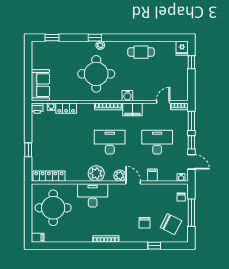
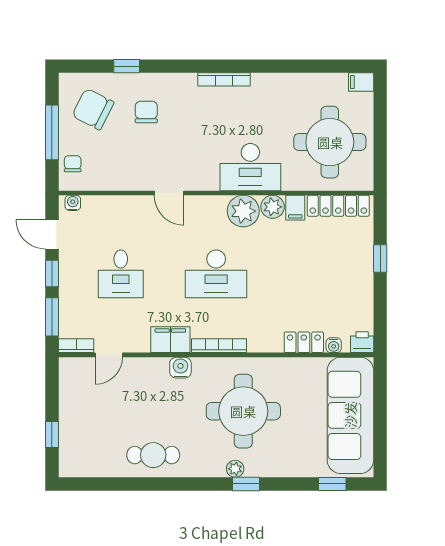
fridge: (182, 48) -> (71, 463), removed
sofa: (40, 85) -> (350, 415), width x1.85, depth x1.27
desk: (157, 142) -> (121, 274), width x0.73
filing cabinet: (152, 175) -> (295, 208), moved
plant: (120, 176) -> (273, 207), moved

